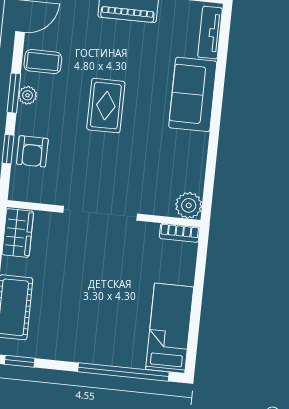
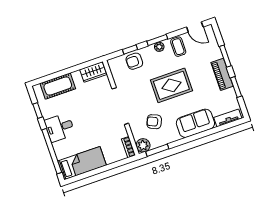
rug: (106, 106) -> (171, 85), width x1.36, depth x1.43
armchair: (156, 166) -> (154, 122), added
window: (209, 184) -> (157, 150), added
desk: (88, 338) -> (60, 127), added
window: (20, 361) -> (38, 110), moved

